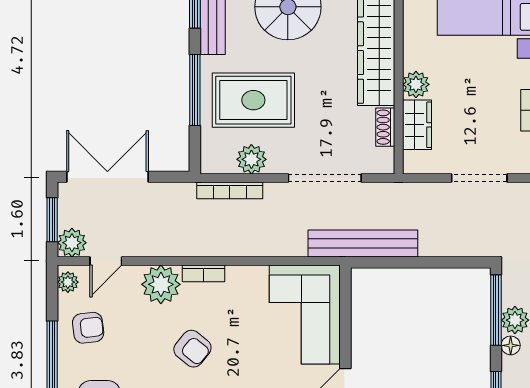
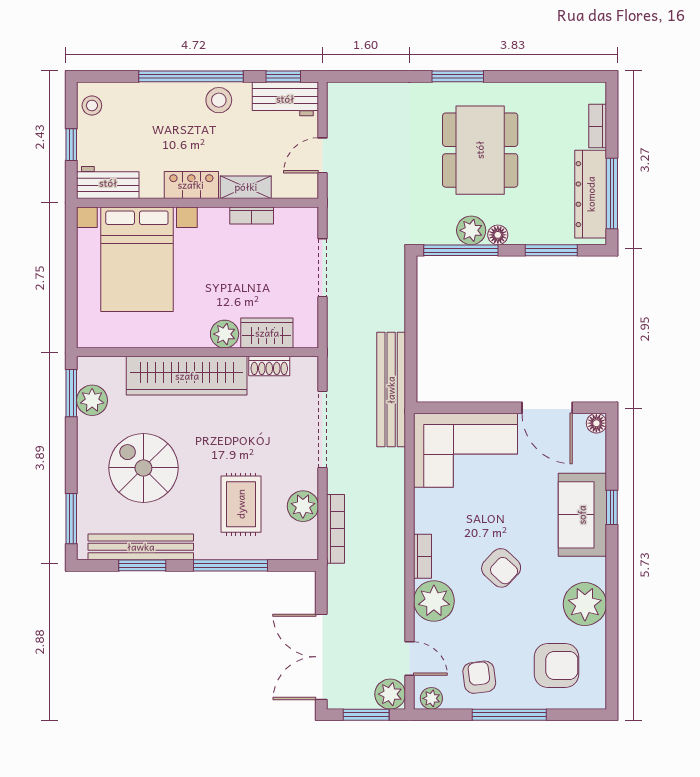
rug: (253, 100) -> (241, 504), width x0.73, depth x0.70
armchair: (192, 349) -> (501, 568), turned 94

